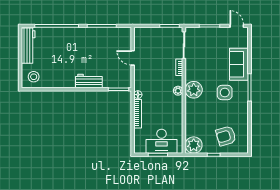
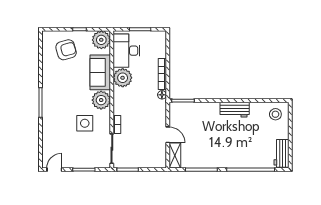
door: (237, 26) -> (54, 170), swing flipped
shelving: (126, 39) -> (175, 156), added
workbench: (28, 46) -> (281, 153), width x0.73
sofa: (239, 64) -> (100, 72), moved, turned 180
workbench: (89, 81) -> (235, 110), moved
plant: (178, 91) -> (123, 78), moved, width x1.88, depth x1.88
side table: (225, 93) -> (85, 123), moved
desk: (162, 141) -> (126, 51), moved, turned -90

